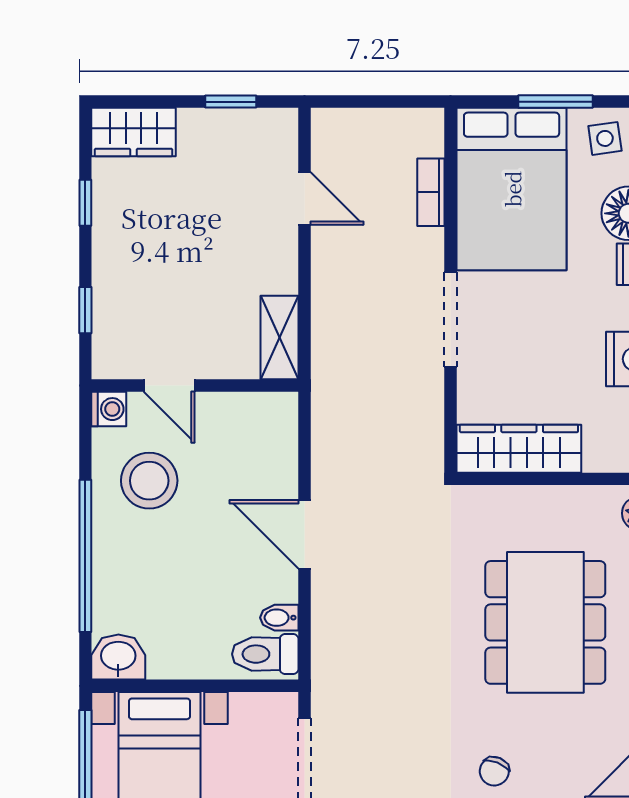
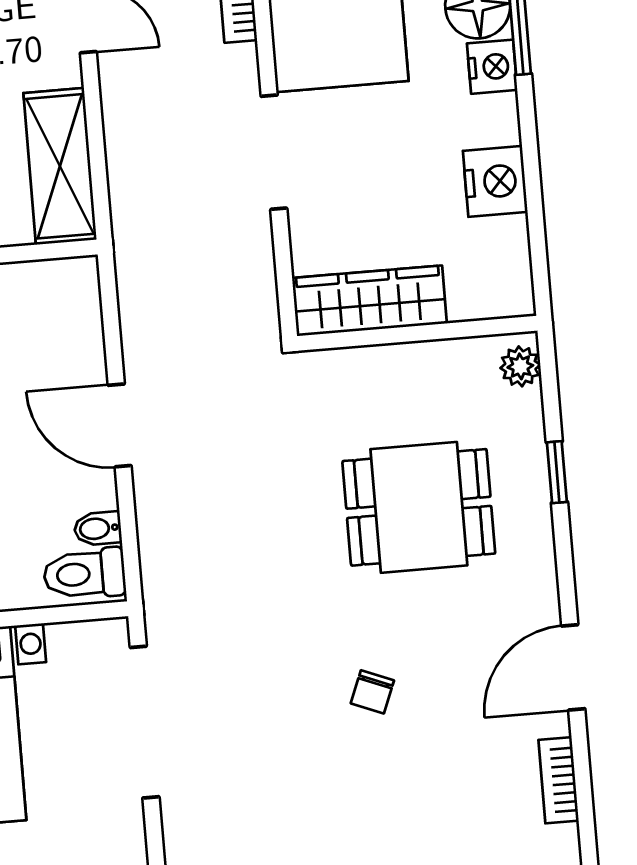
shelving: (279, 338) -> (60, 166), width x1.50, depth x1.33
dining table: (545, 622) -> (419, 507), width x0.73

